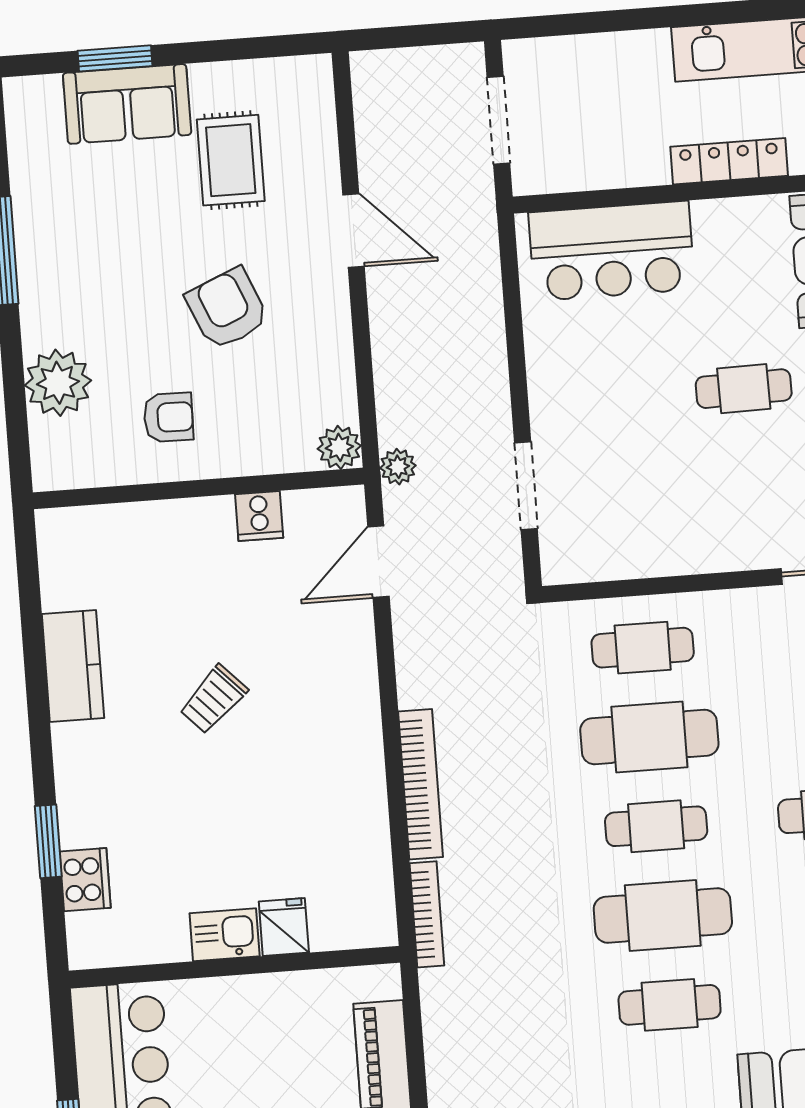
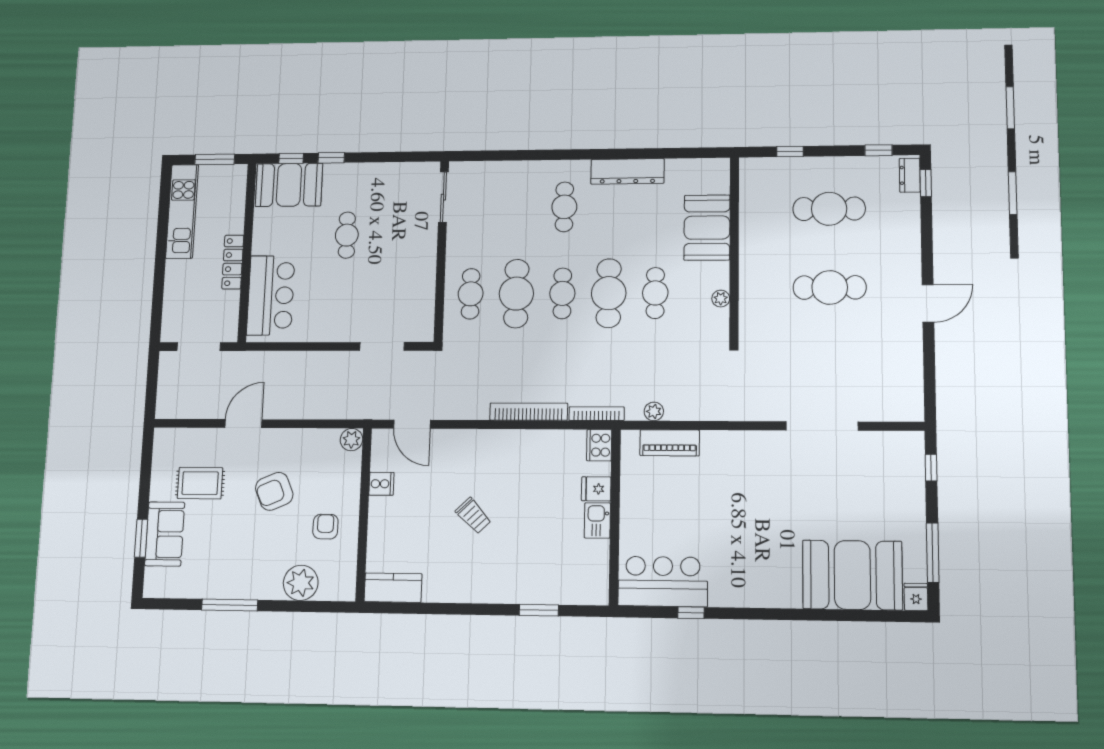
locker: (729, 161) -> (233, 262), moved
plant: (398, 467) -> (654, 411), moved
kitchen counter: (73, 666) -> (393, 588), moved
cooker: (85, 880) -> (599, 445), moved, turned -90

